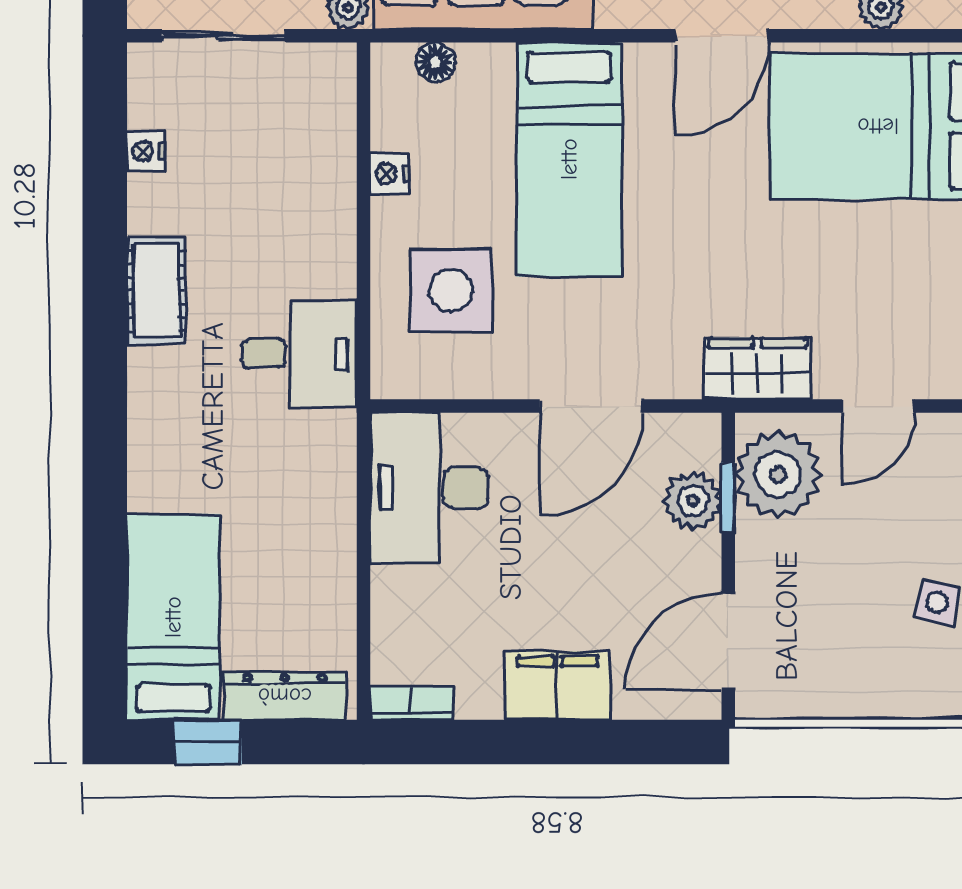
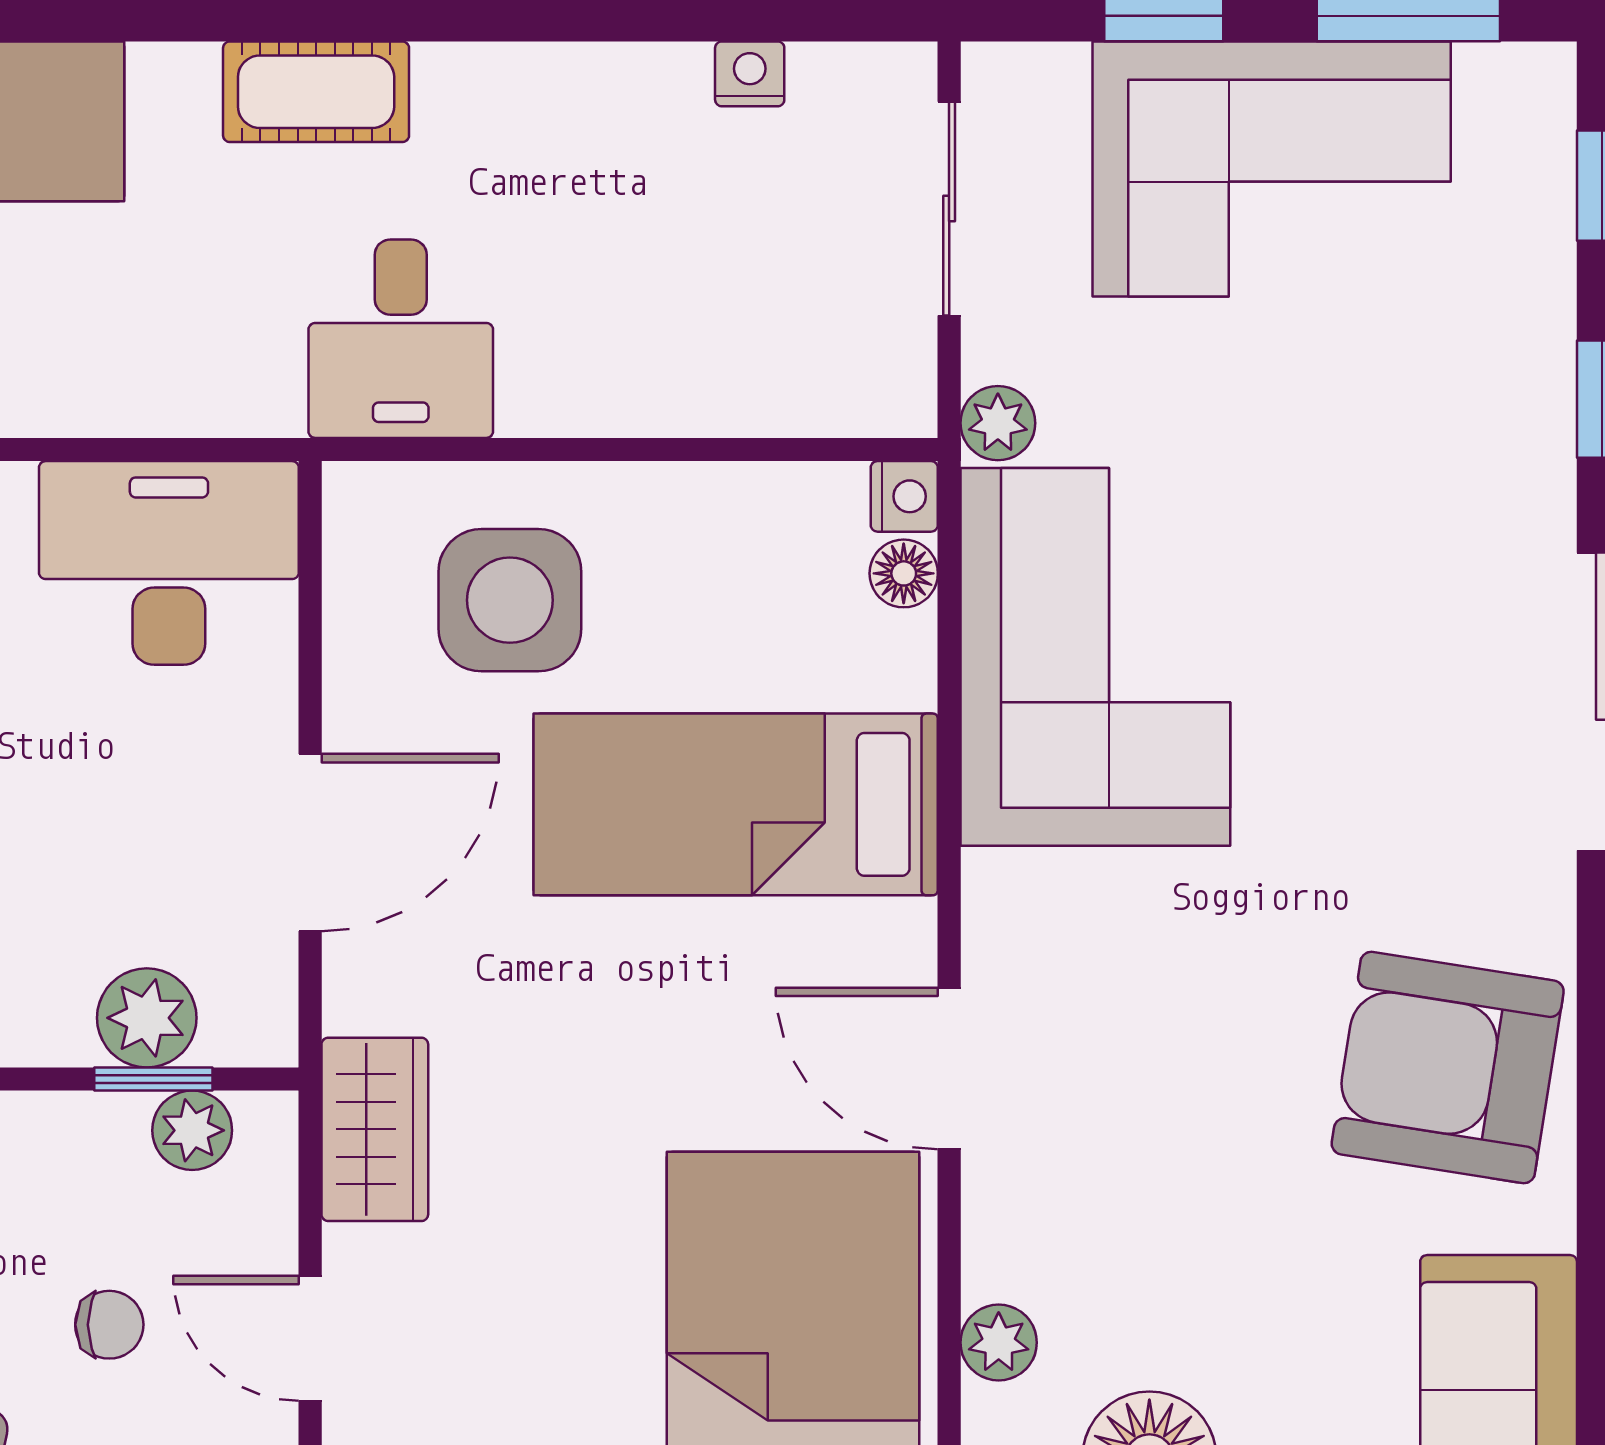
nightstand: (389, 174) -> (904, 496), moved, turned 90
cot: (156, 291) -> (316, 92), moved
door: (591, 406) -> (310, 842), swing flipped
plant: (778, 474) -> (192, 1130), width x0.53, depth x0.53
chair: (871, 522) -> (109, 1325), added

